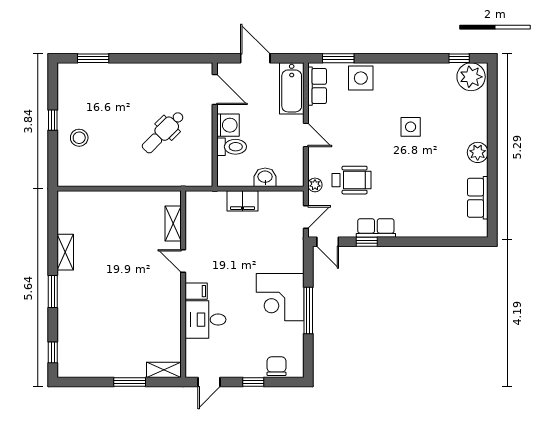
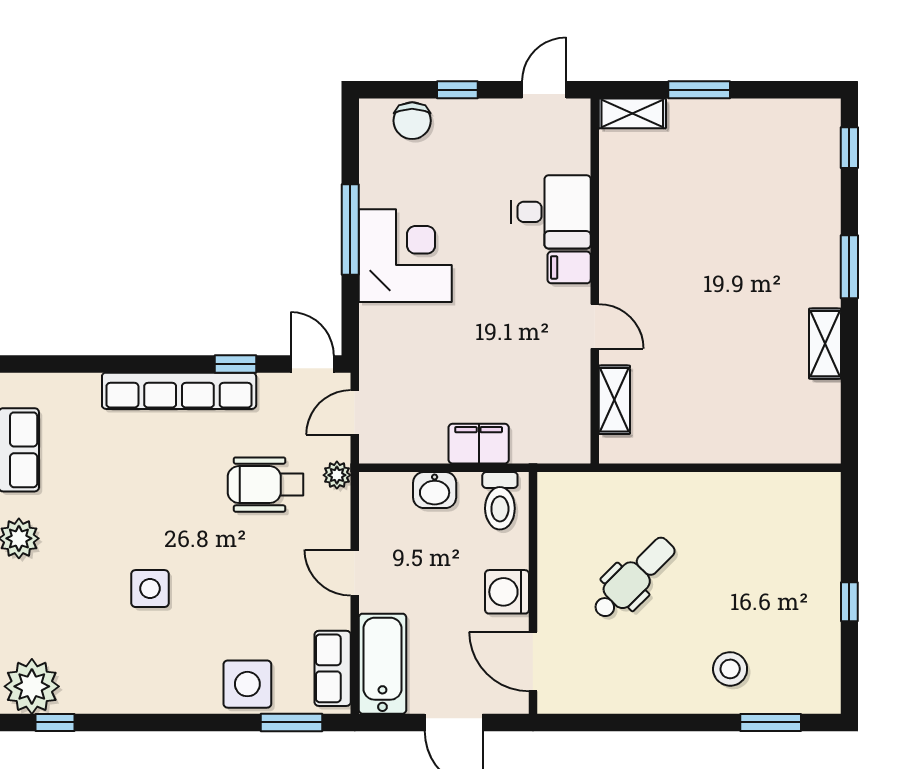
stool: (79, 138) -> (730, 669), moved
toilet: (232, 147) -> (500, 501), moved, turned -90
row of seats: (376, 228) -> (179, 391), width x2.02

